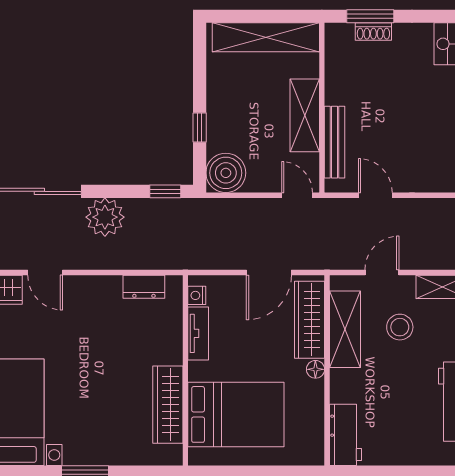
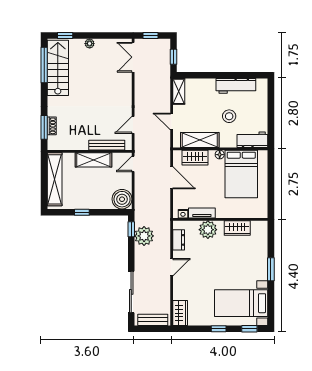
window: (200, 128) -> (82, 212), moved
plant: (105, 217) -> (144, 236), moved
door: (45, 273) -> (172, 267), moved
wardrobe: (310, 320) -> (195, 158), width x0.67
stool: (400, 327) -> (229, 116), moved
plant: (165, 346) -> (208, 230), added
wardrobe: (168, 405) -> (237, 228), width x0.67
bed: (236, 414) -> (241, 174), moved, turned 180

